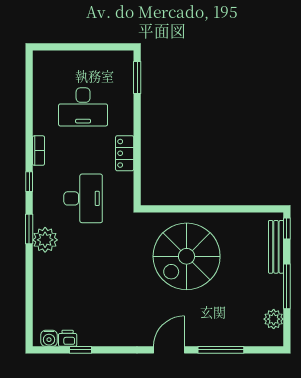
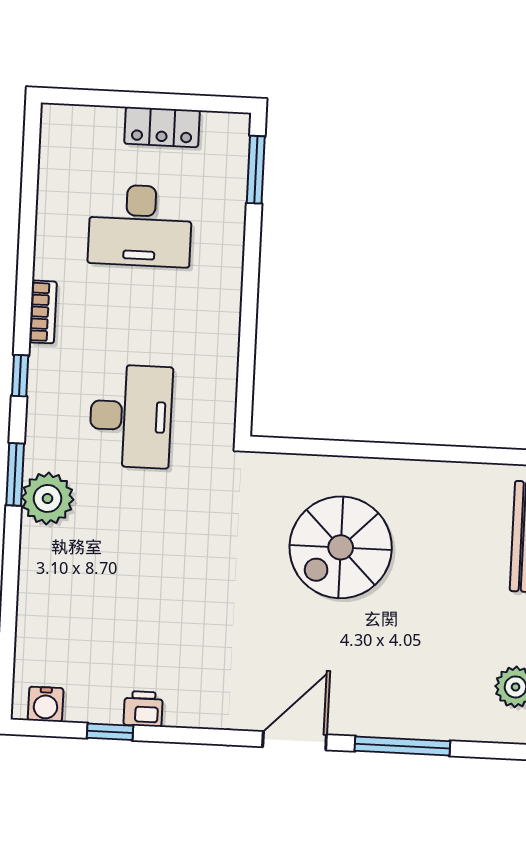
locker: (125, 153) -> (162, 127), moved, turned -90
spiral stairs: (187, 256) -> (341, 547), width x0.73, depth x0.73
printer: (68, 338) -> (143, 709), moved

